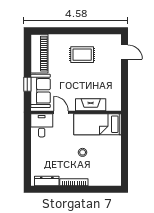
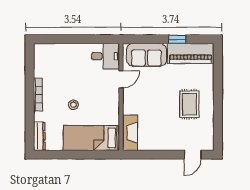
window: (27, 84) -> (177, 39), moved
fireplace: (91, 105) -> (130, 133), moved
bed: (98, 124) -> (91, 138), moved, turned -90
dresser: (47, 181) -> (39, 136), moved

